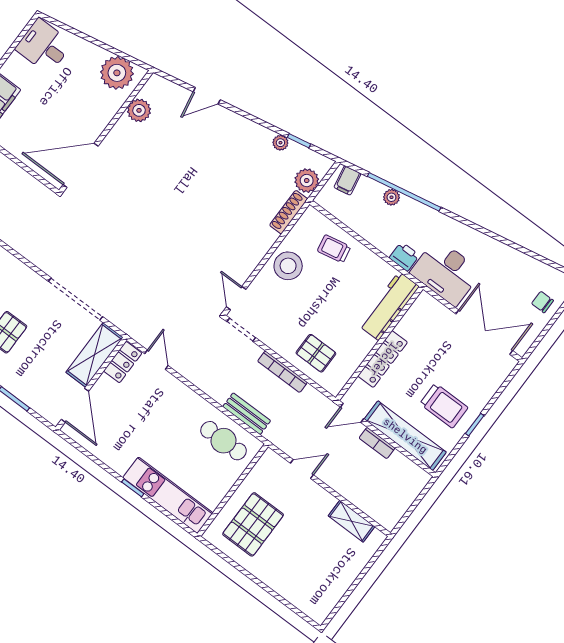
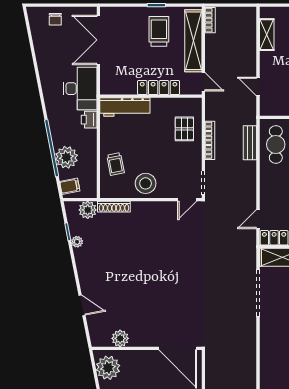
plant: (391, 197) -> (66, 157), width x1.88, depth x1.88
bookcase: (377, 443) -> (210, 20), moved

